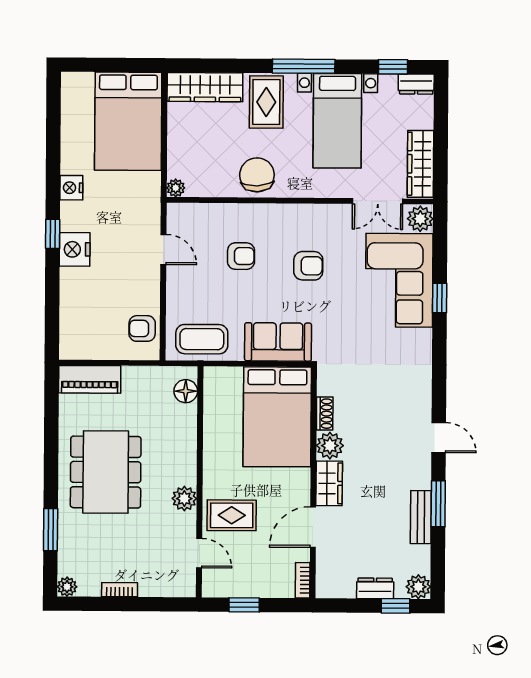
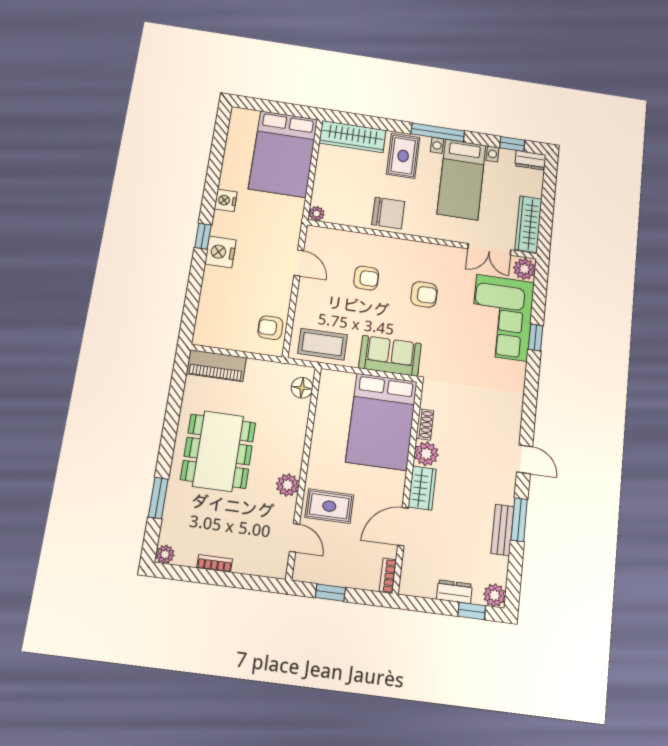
chair: (257, 175) -> (388, 213), turned 93

